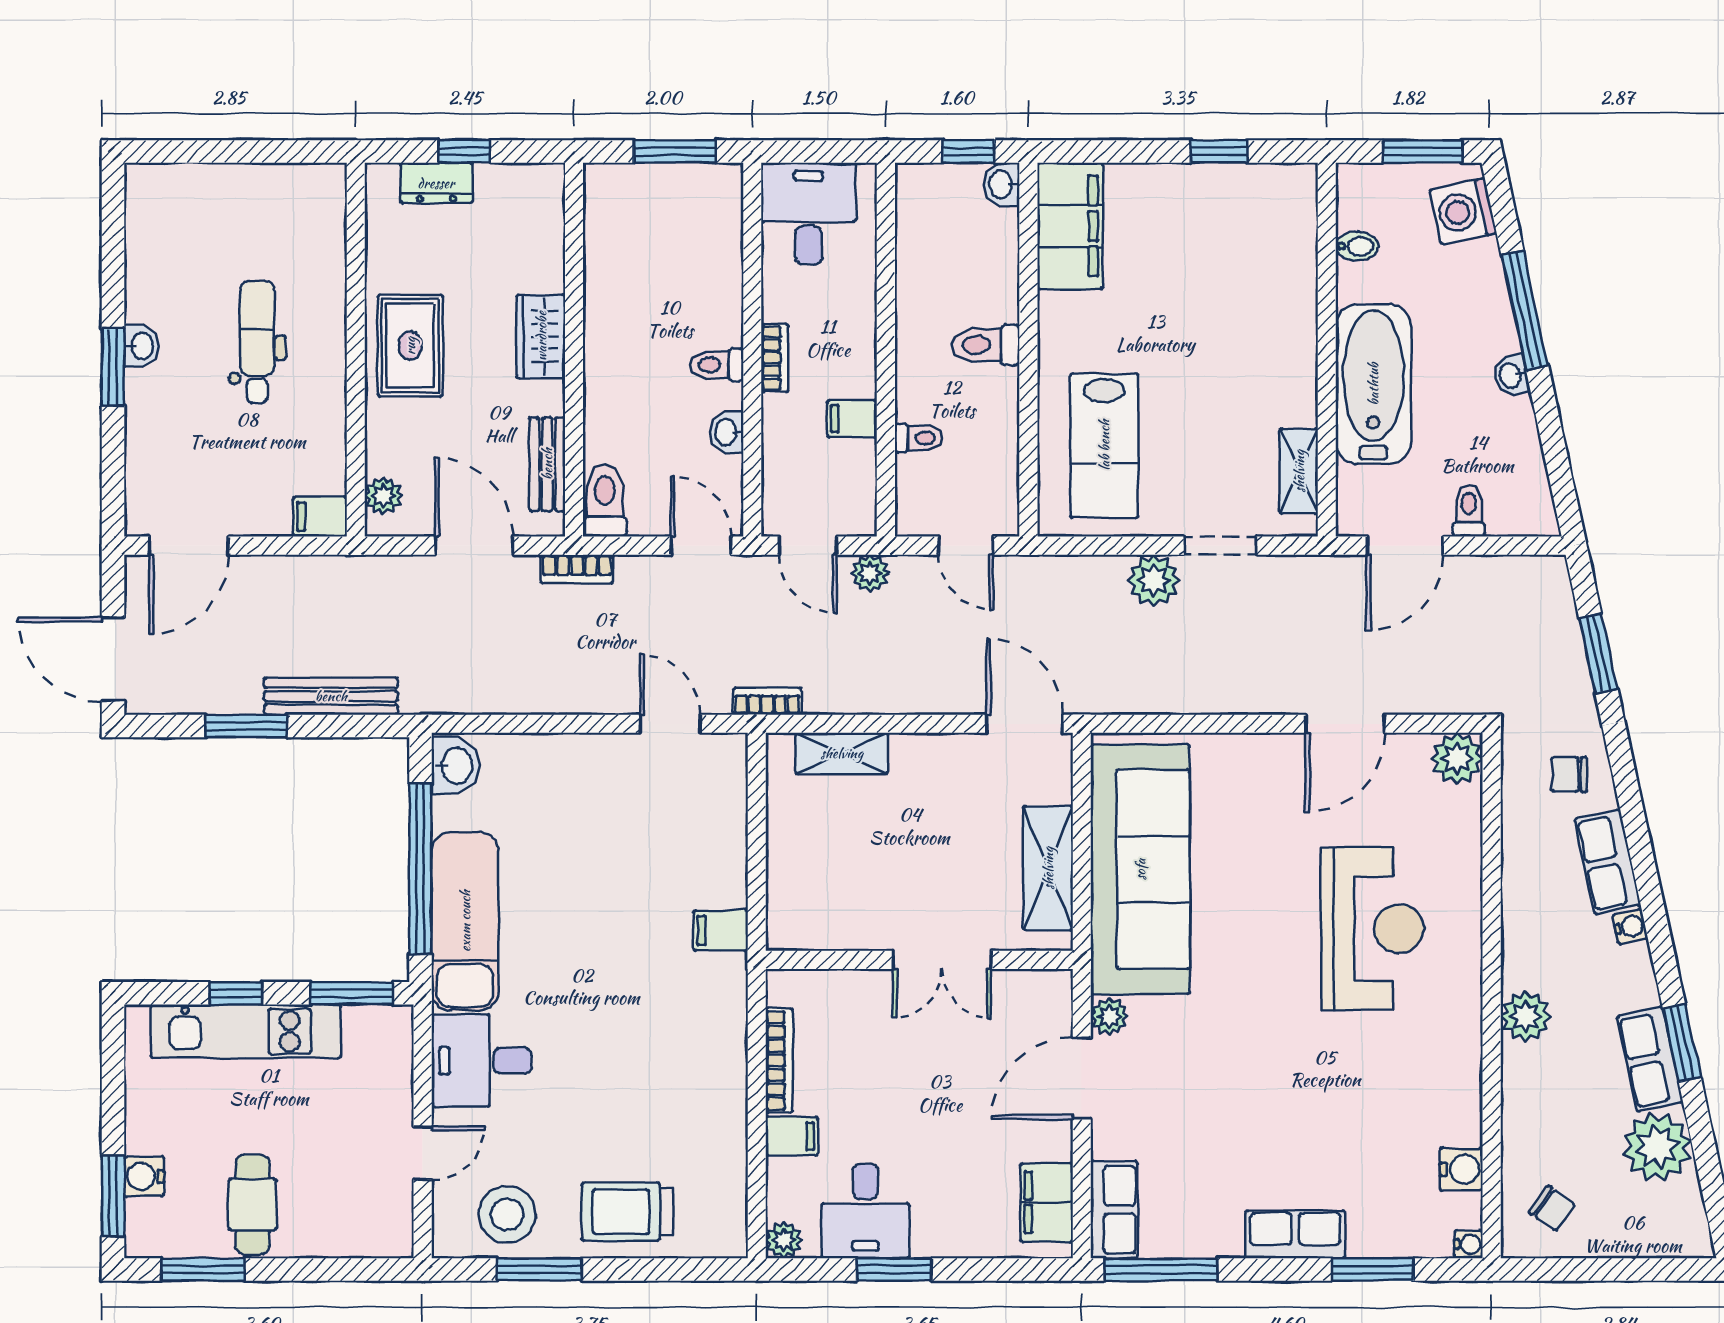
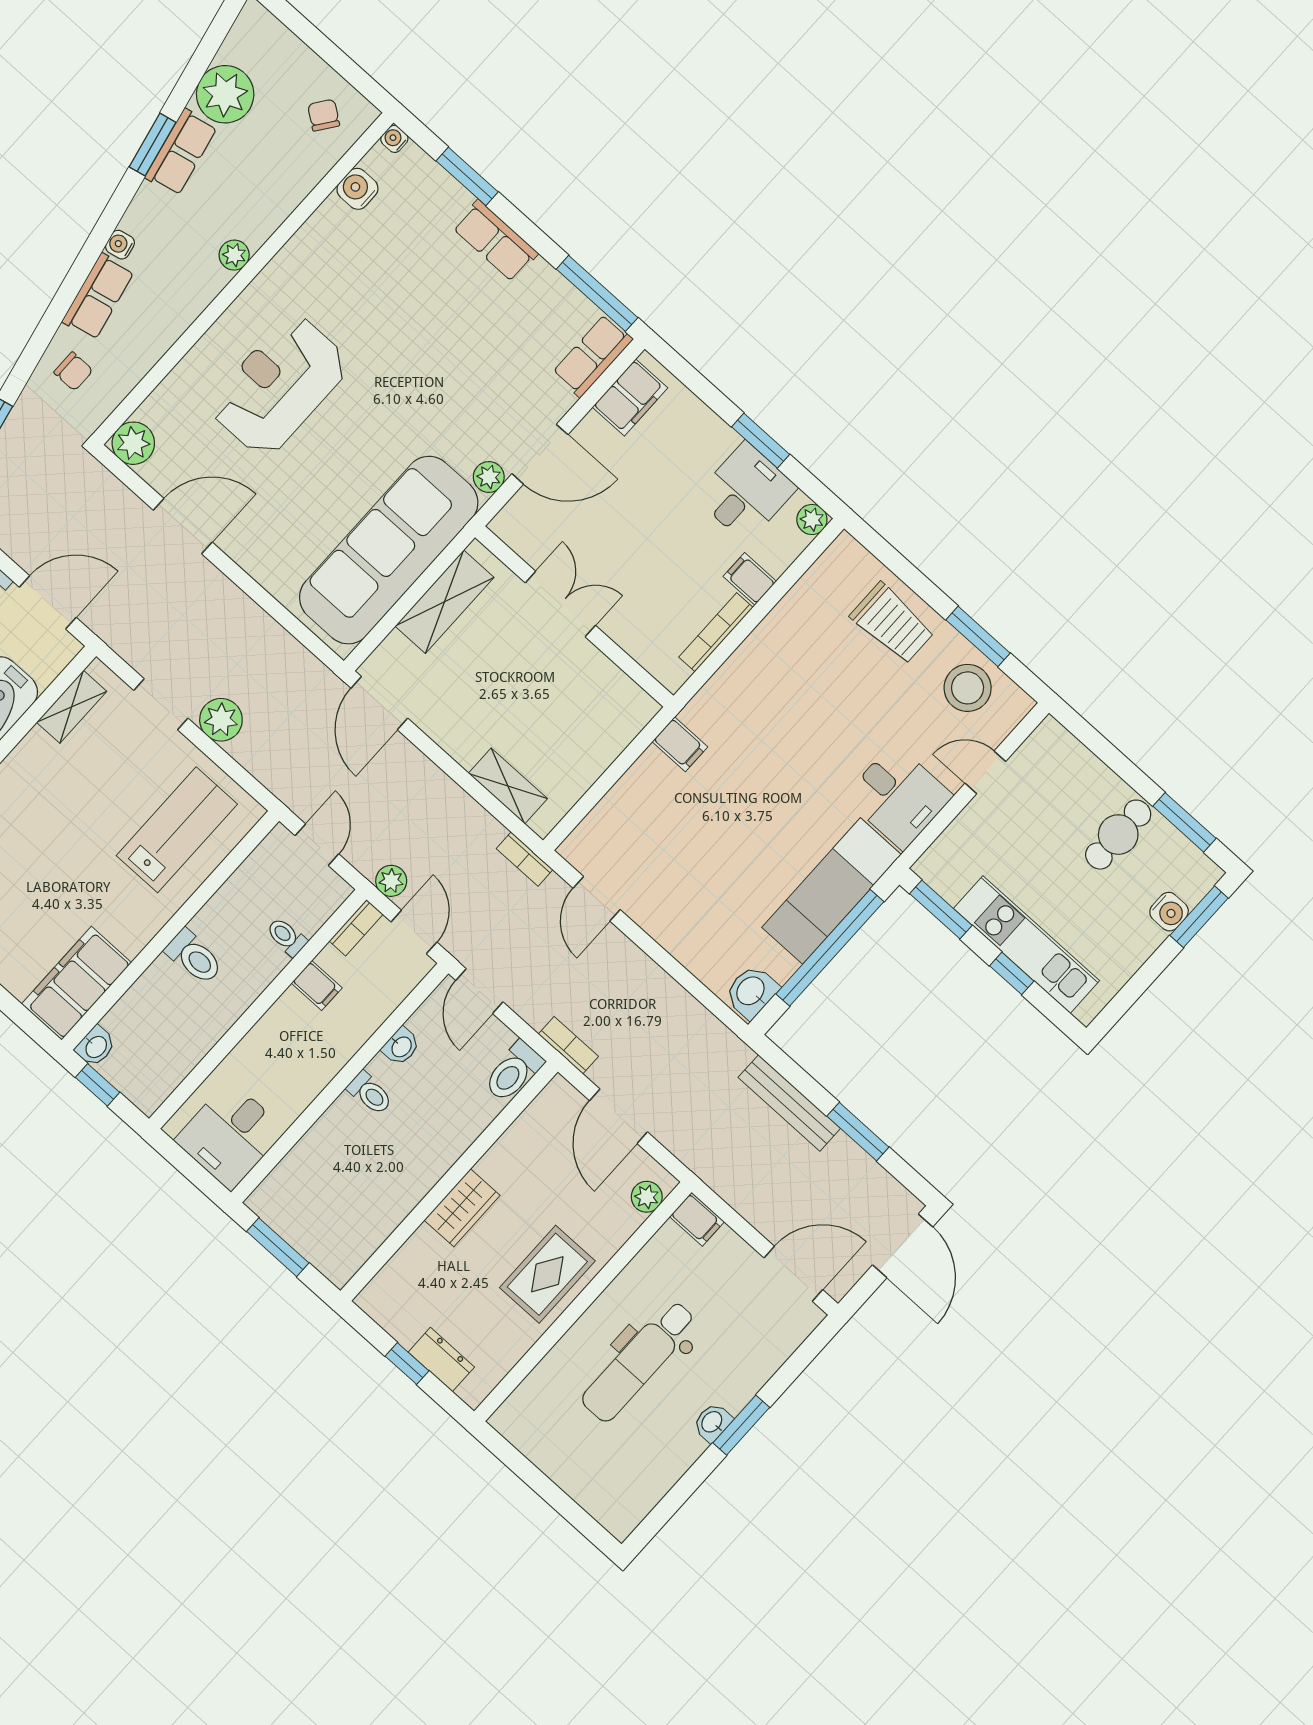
dental chair: (257, 342) -> (639, 1361), width x1.36, depth x1.38
bookcase: (775, 358) -> (356, 928), moved, turned 180
bench: (547, 464) -> (529, 1126), removed
plant: (1526, 1016) -> (234, 255), width x0.73, depth x0.73

